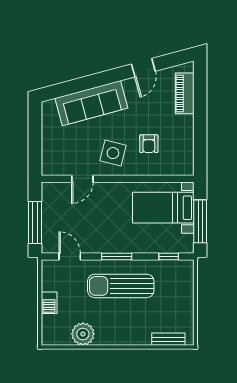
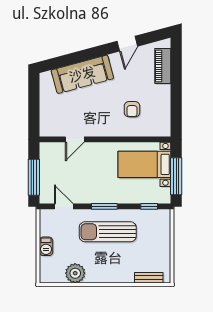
side table: (113, 153) -> (101, 117), removed

